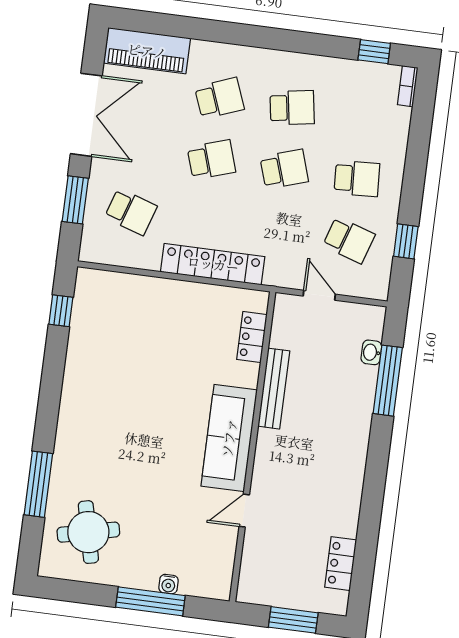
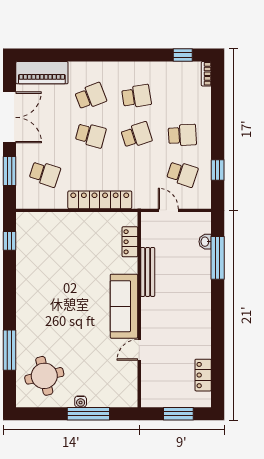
school desk: (211, 160) -> (91, 135), turned 33
water cooler: (168, 584) -> (81, 402), moved

